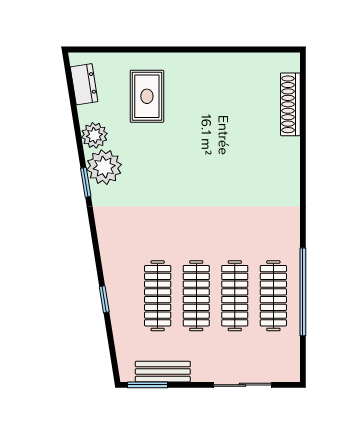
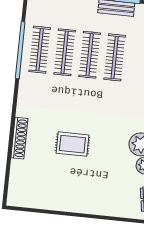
rug: (147, 96) -> (72, 144), moved, turned 90
shoe rack: (290, 104) -> (19, 138), moved

